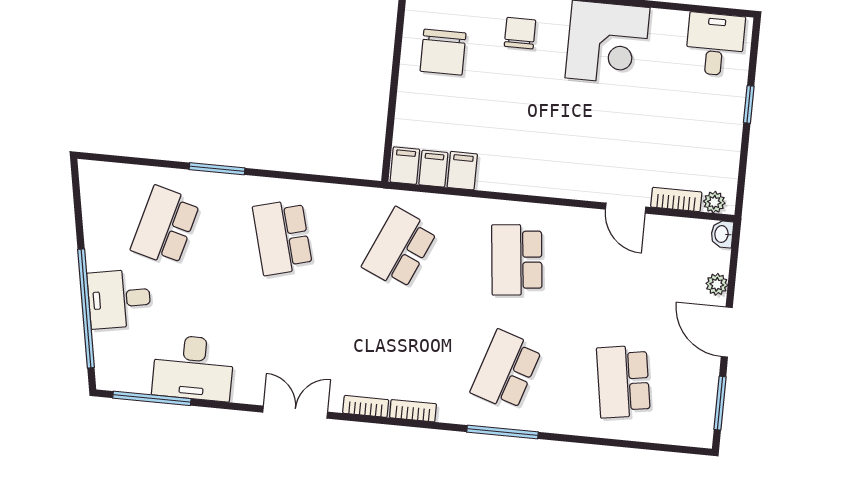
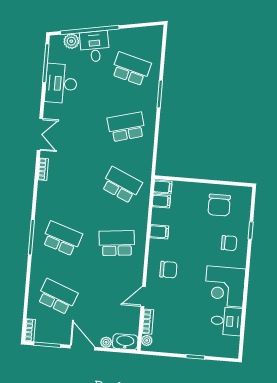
desk: (715, 44) -> (226, 321), moved
chair: (443, 52) -> (219, 205), turned -90
chair: (572, 156) -> (168, 270), added
filing cabinet: (462, 171) -> (159, 232), moved
washbasin: (722, 234) -> (125, 342), width x1.91, depth x1.45
door: (727, 332) -> (82, 348), hinge flipped
plant: (108, 346) -> (71, 41), added
school desk: (623, 382) -> (57, 297), turned 30
bookcase: (413, 411) -> (30, 330), moved

